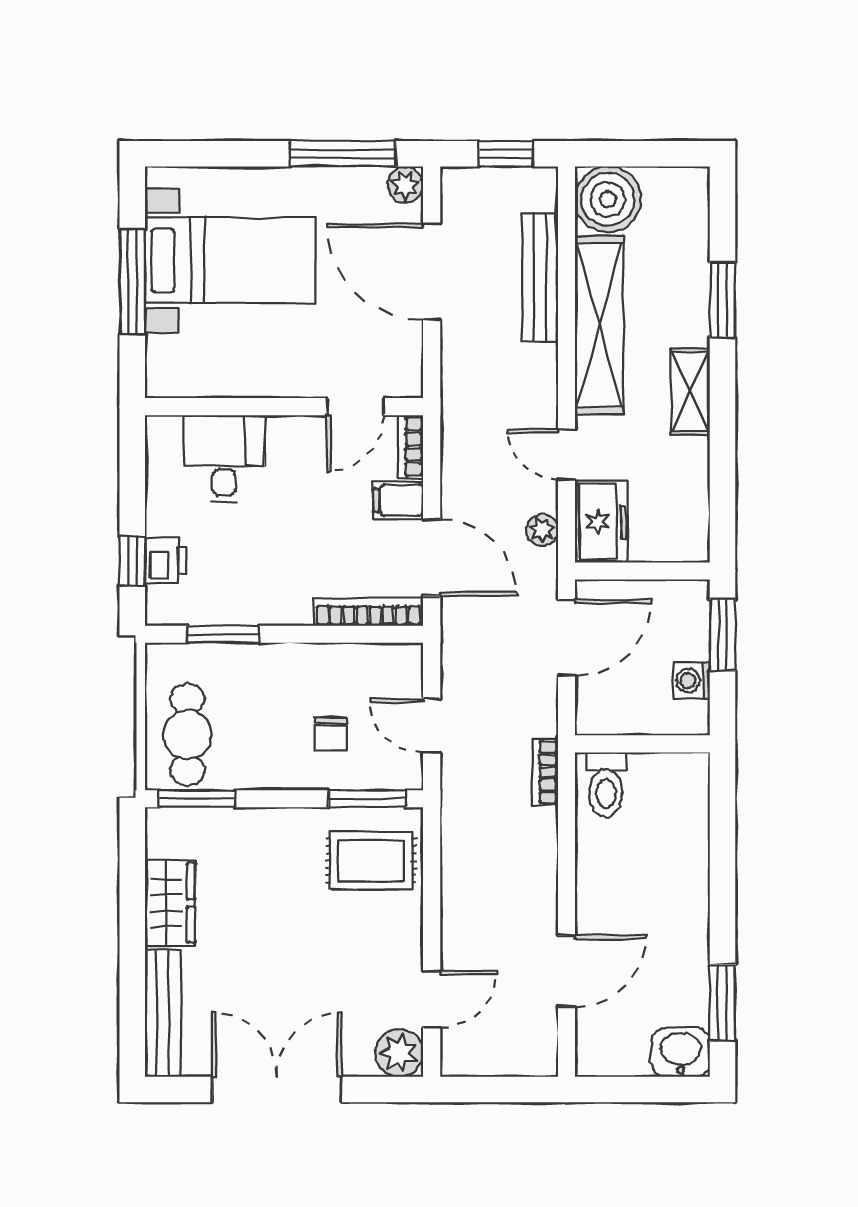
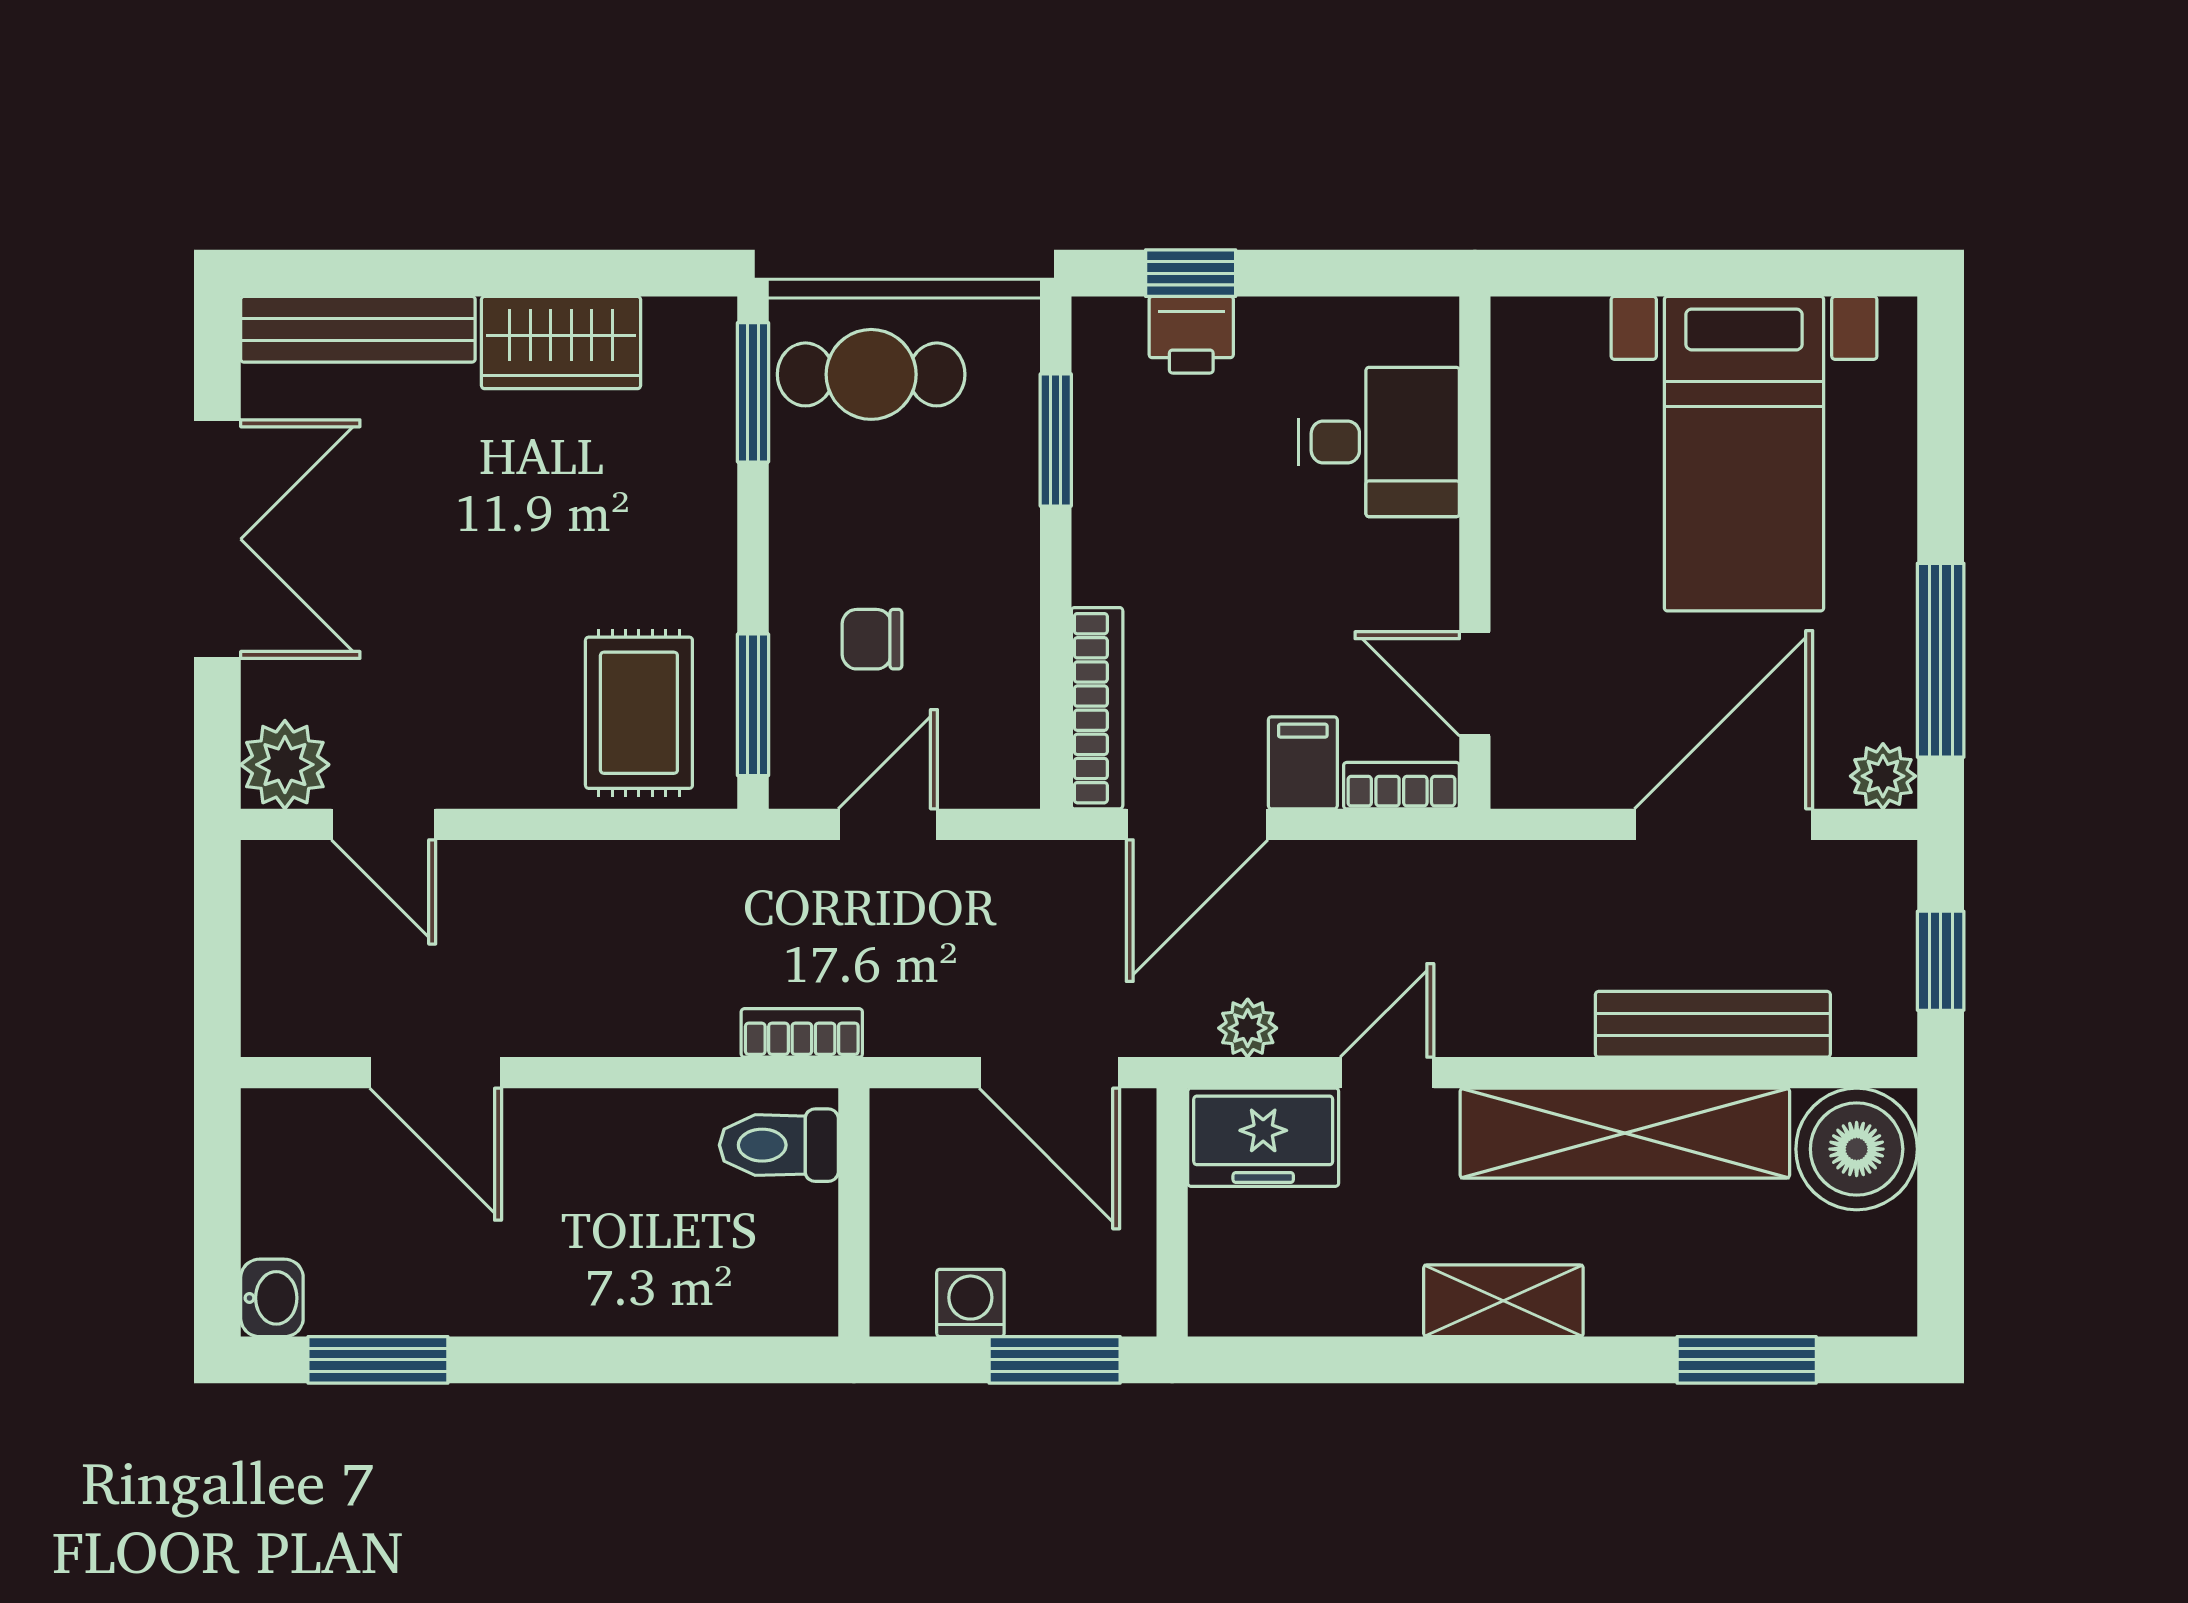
window: (132, 282) -> (1705, 273), removed
window: (722, 300) -> (1747, 1360), moved
washbasin: (681, 1052) -> (272, 1298), width x0.72, depth x0.69

